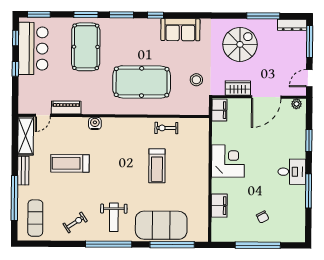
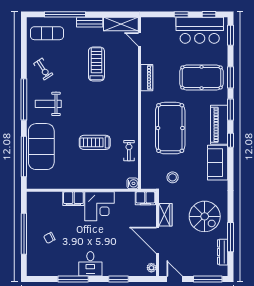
dresser: (292, 25) -> (223, 252), moved
piano: (138, 28) -> (219, 125), added
piano: (66, 107) -> (147, 78), moved
water cooler: (95, 123) -> (133, 183), moved
filing cabinet: (219, 206) -> (73, 199), moved

